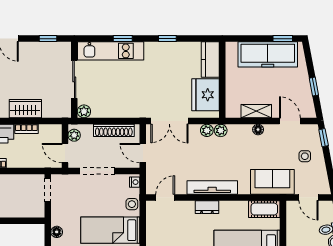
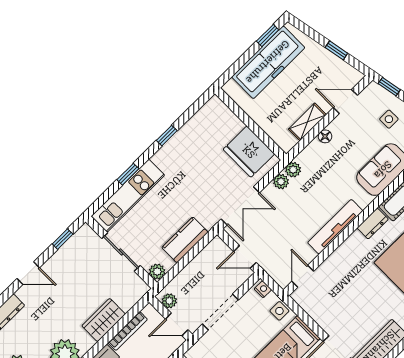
kitchen counter: (210, 59) -> (185, 240), moved, turned 90
bookcase: (26, 129) -> (128, 331), width x1.56
shoe rack: (114, 130) -> (200, 262), removed
dresser: (207, 207) -> (373, 224), moved

